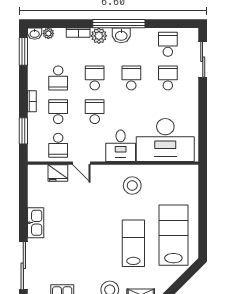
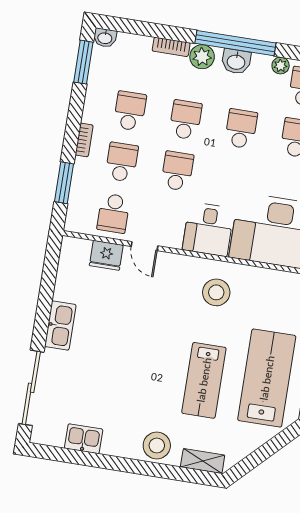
plant: (48, 33) -> (281, 66), moved
school desk: (58, 78) -> (130, 111), turned 180
lab bench: (133, 243) -> (204, 380), turned 180

